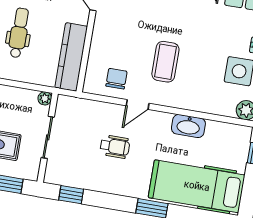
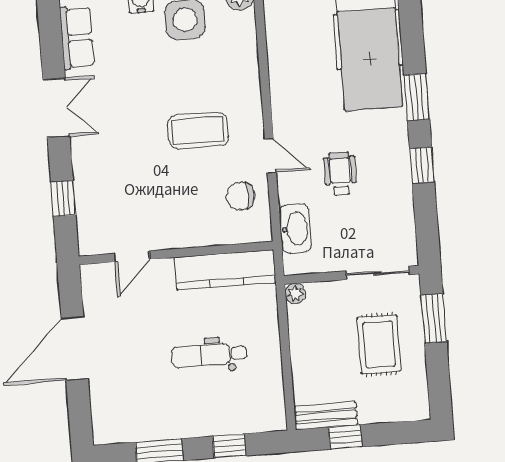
washbasin: (188, 126) -> (295, 229), moved
sliding door: (48, 137) -> (378, 273), moved
window: (71, 195) -> (422, 165), moved

